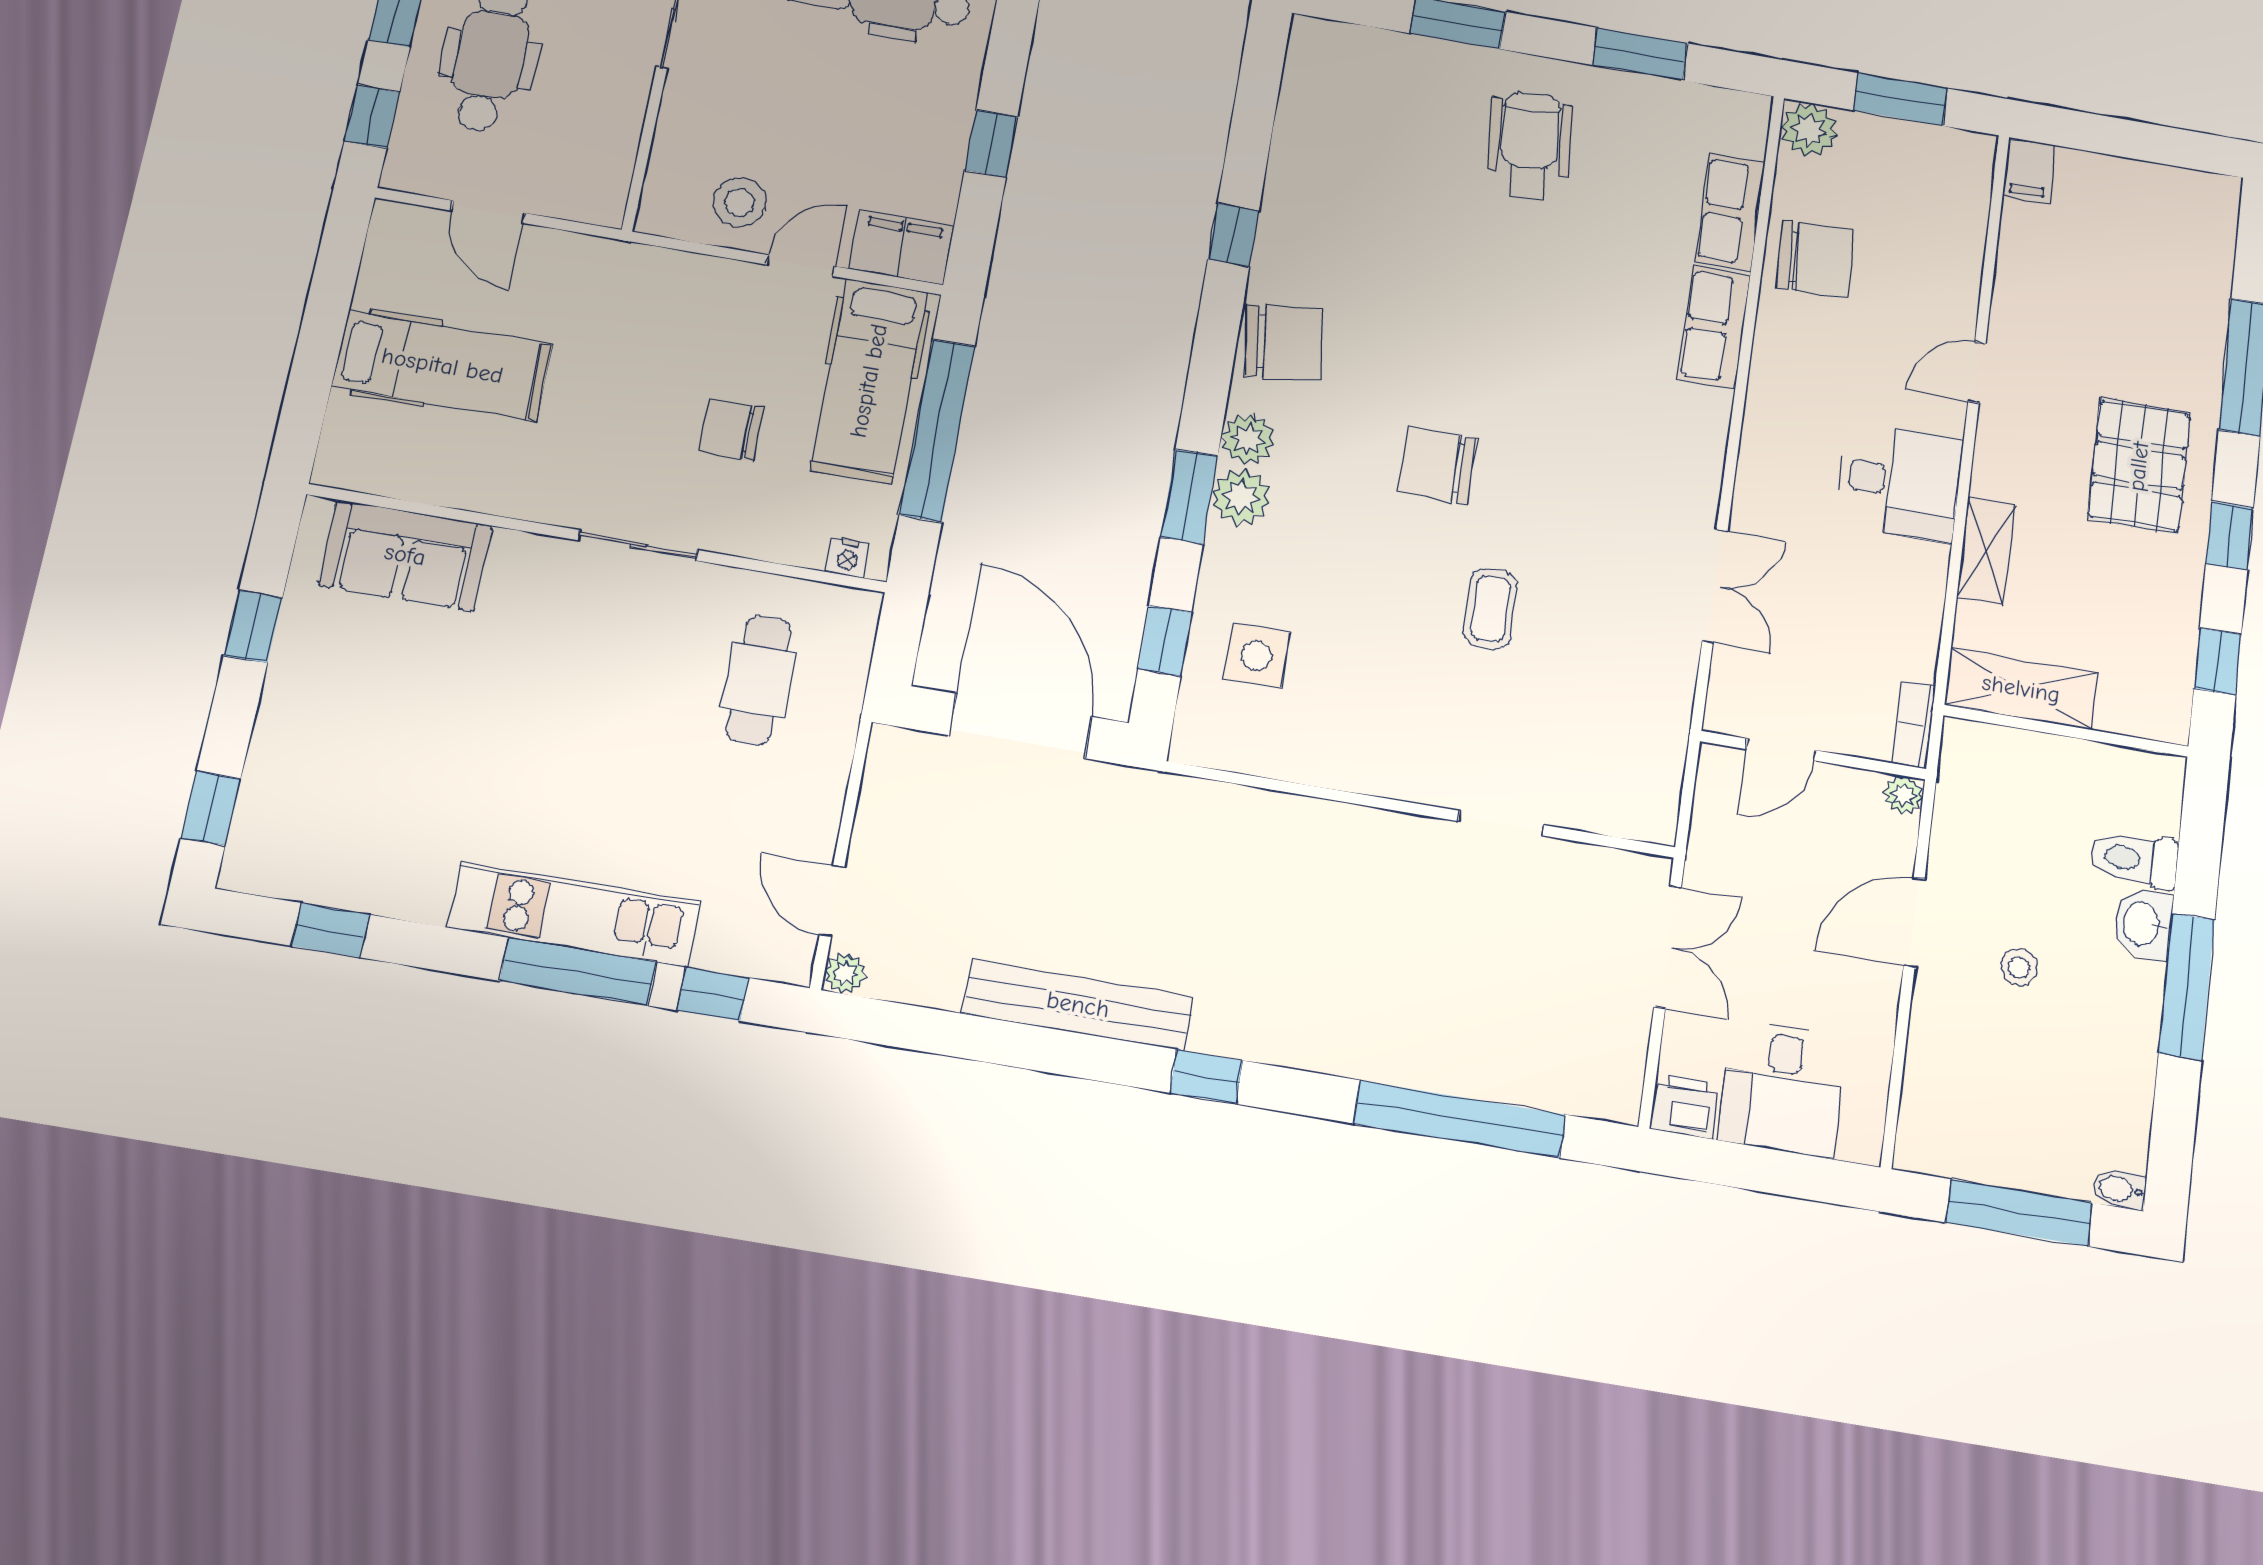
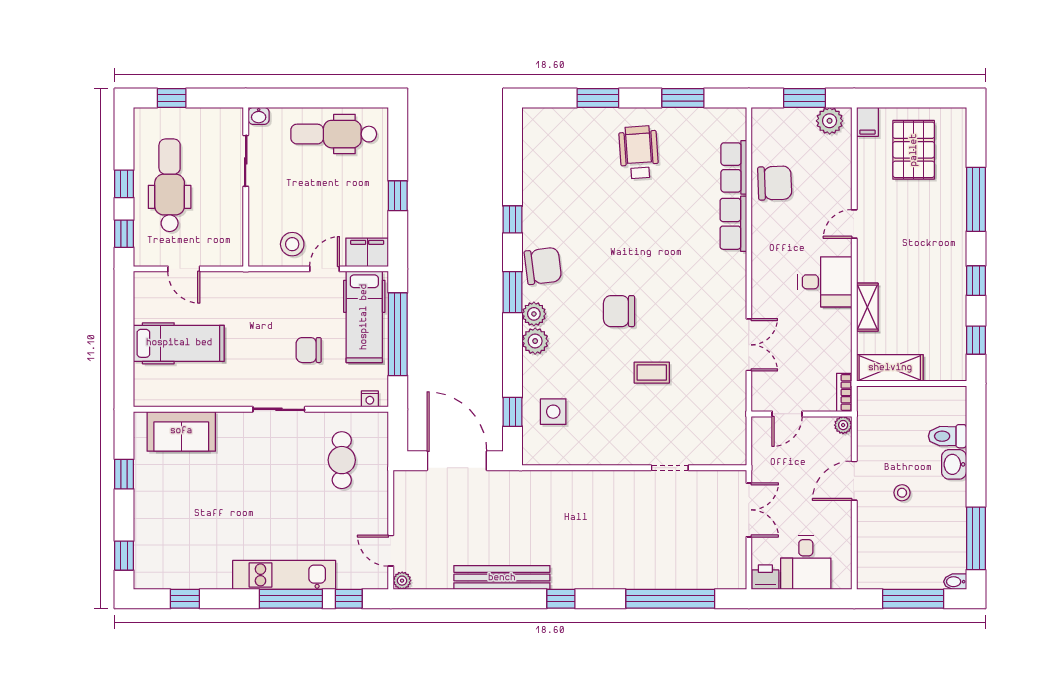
plant: (1809, 130) -> (830, 121), moved
pallet: (2139, 466) -> (914, 150), moved
window: (1189, 496) -> (513, 292), moved
coffee table: (1490, 609) -> (652, 373), turned 90
window: (2187, 986) -> (976, 538), moved

